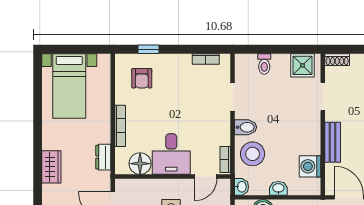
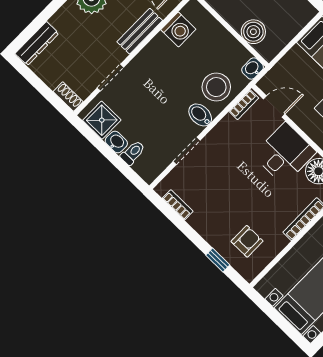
washbasin: (278, 188) -> (116, 142), moved, turned 180

